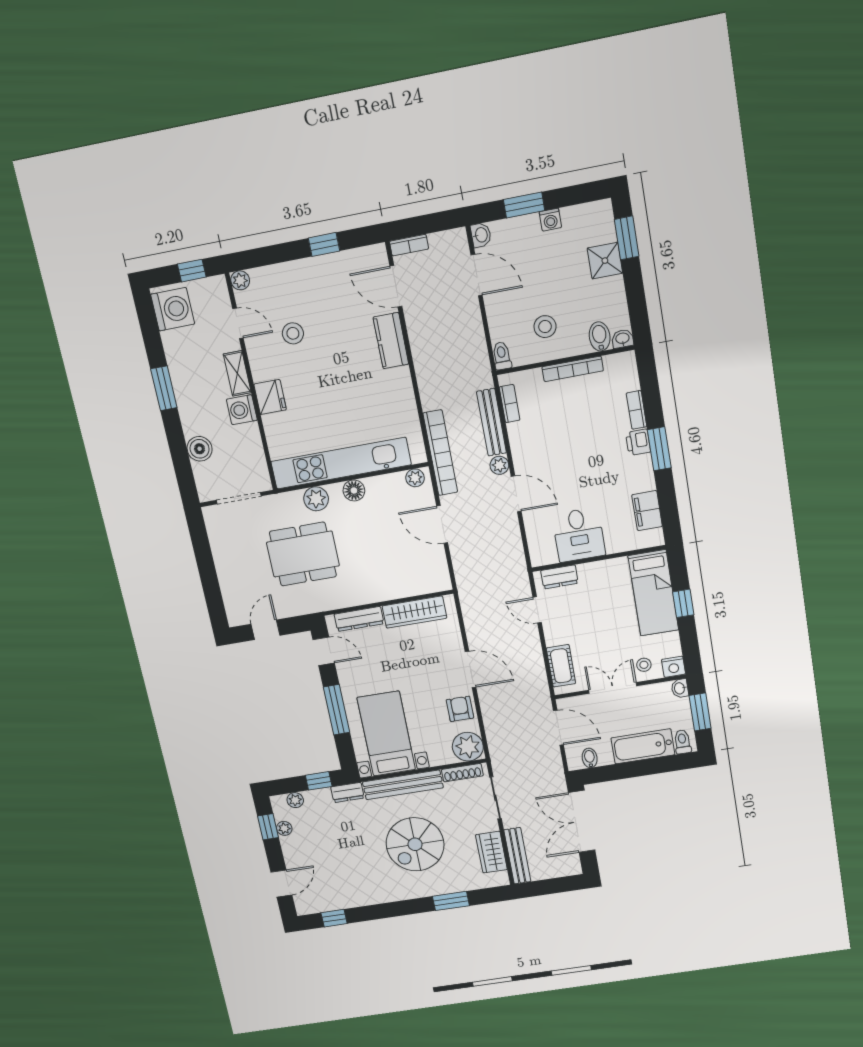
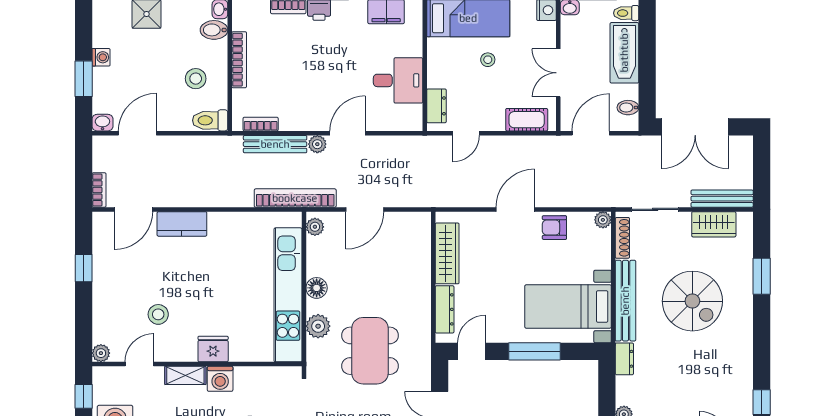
toilet: (502, 356) -> (210, 120), width x1.37, depth x1.39
stool: (644, 665) -> (488, 60), moved
plant: (468, 747) -> (603, 220), width x0.53, depth x0.53
window: (319, 781) -> (607, 386), removed

